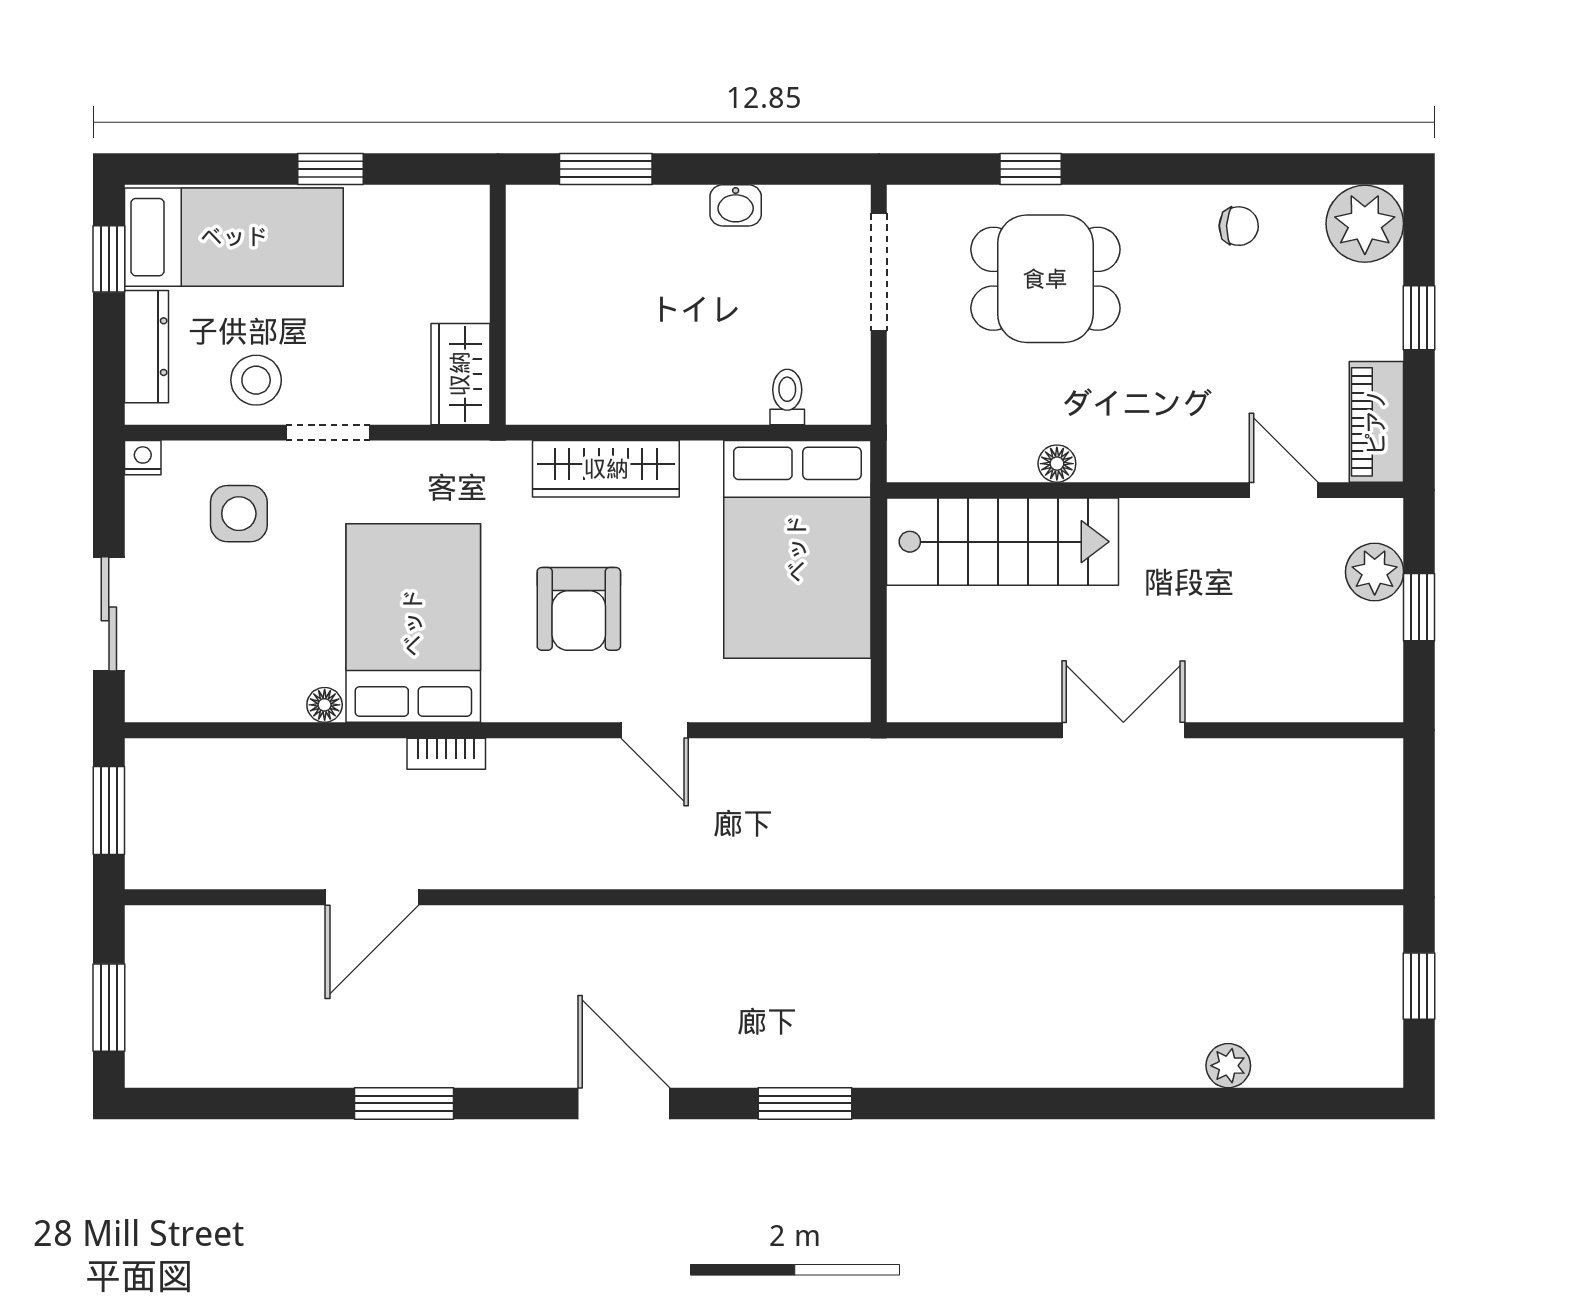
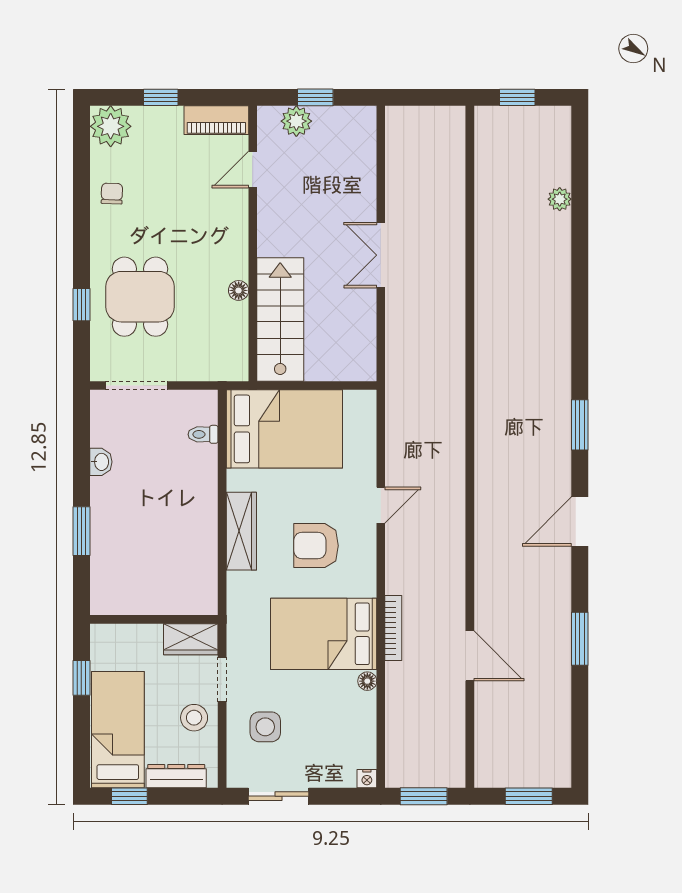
wall: (498, 305) -> (154, 619), moved
wardrobe: (460, 374) -> (191, 639), moved
nightstand: (143, 458) -> (367, 779), moved, turned -90
armchair: (579, 609) -> (316, 546), turned 180
sliding door: (109, 614) -> (279, 796), moved
bookcase: (446, 754) -> (393, 628), width x1.56

